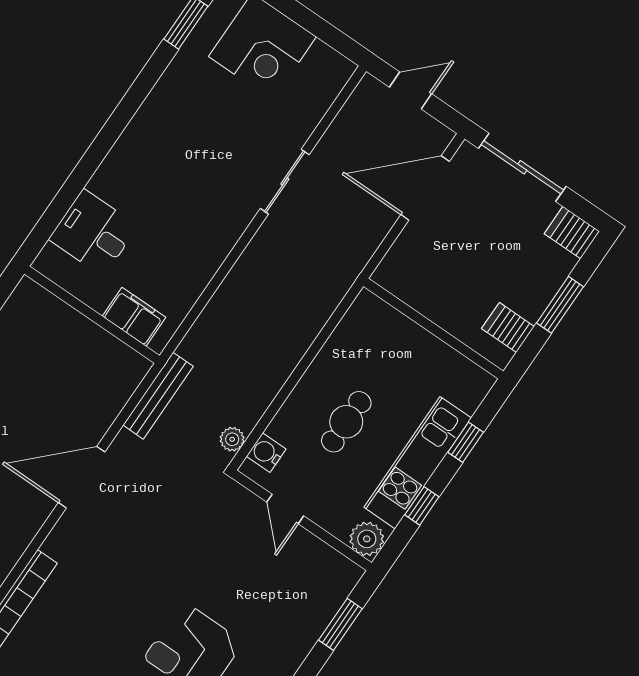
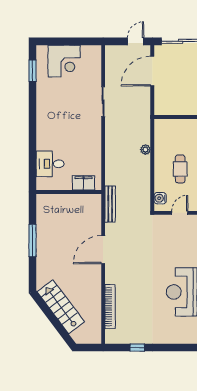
door: (410, 90) -> (136, 41), moved
plant: (232, 439) -> (145, 150), moved
door: (285, 509) -> (180, 213), swing flipped

